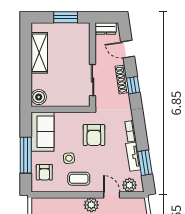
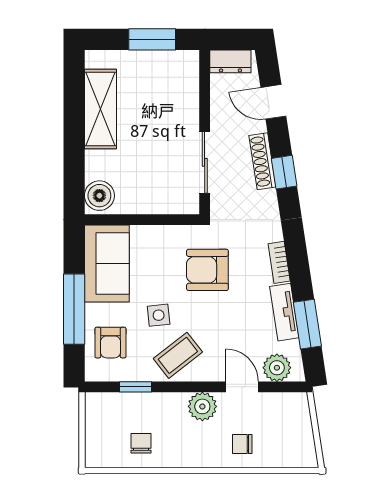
armchair: (94, 135) -> (207, 270), turned 90
coffee table: (79, 179) -> (178, 355), turned -38
window: (57, 195) -> (136, 387), added

